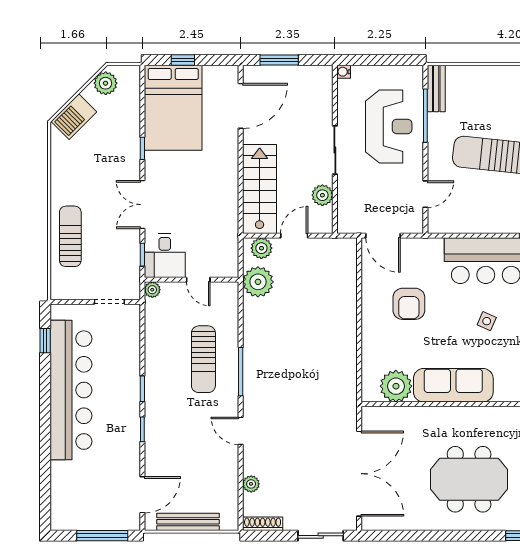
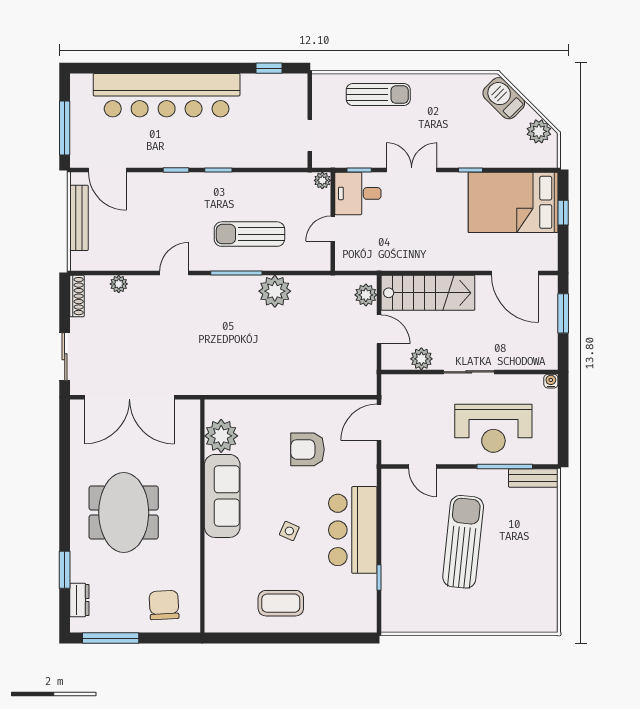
plant: (258, 282) -> (275, 291), moved
bar counter: (71, 390) -> (167, 95), moved

